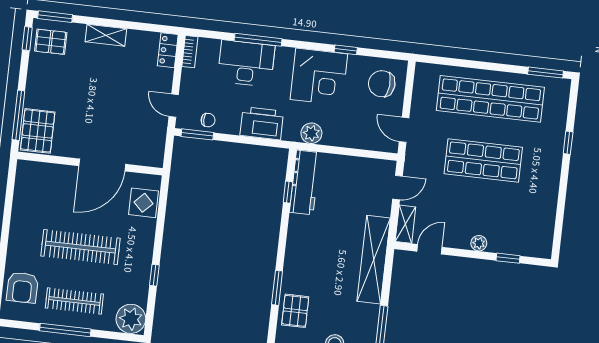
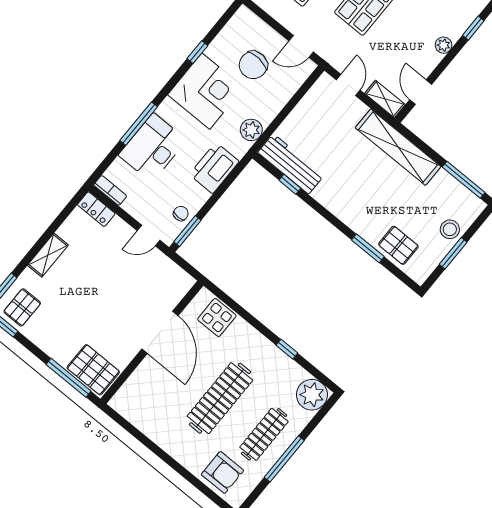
chair: (382, 84) -> (253, 65), moved

